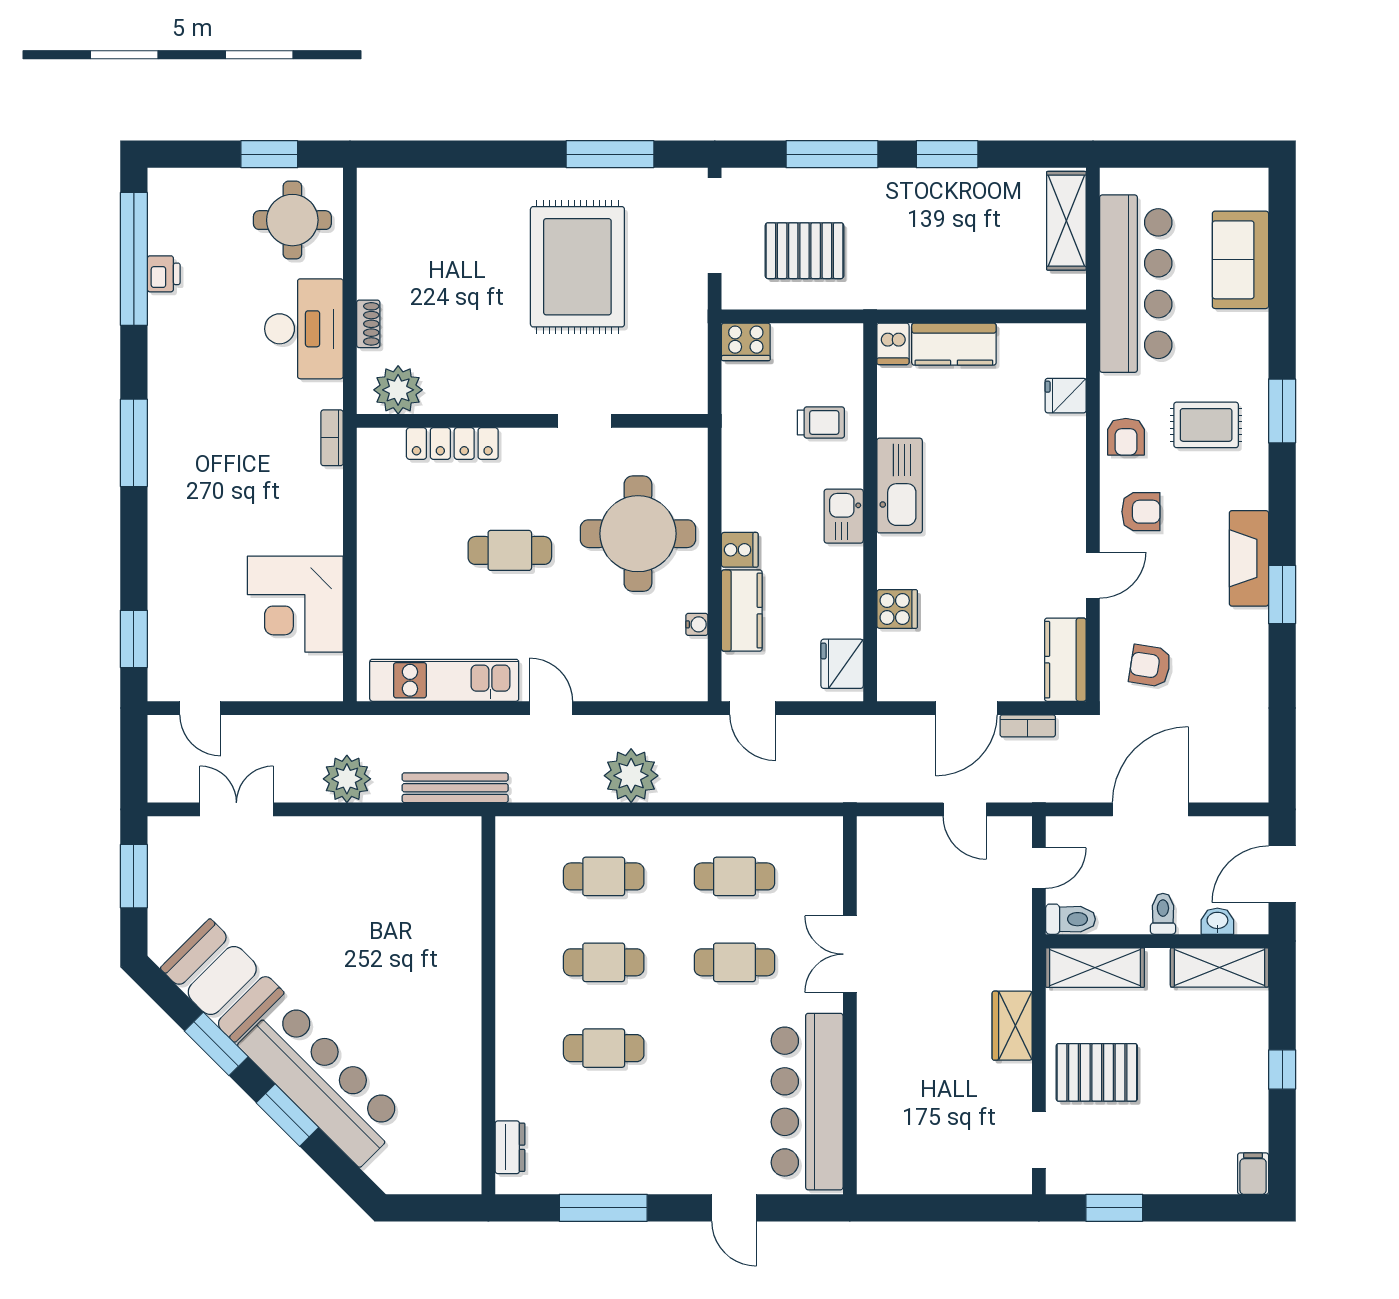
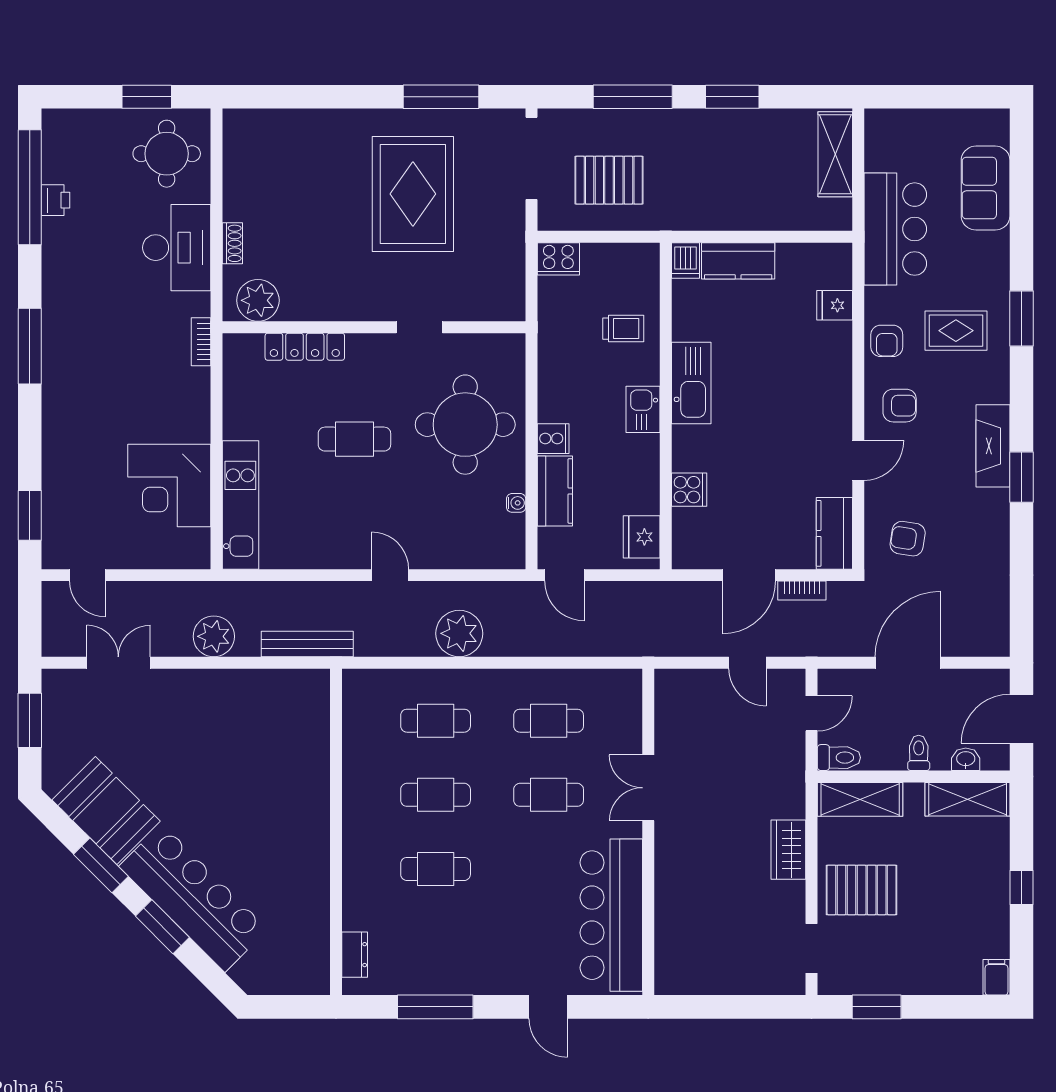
bar counter: (1136, 284) -> (895, 229), width x0.73
kitchen unit: (444, 680) -> (240, 505), moved, turned 90

